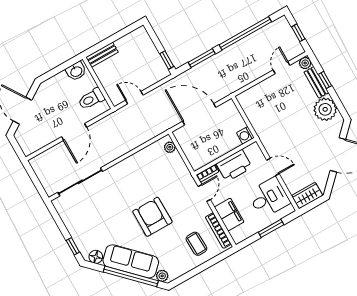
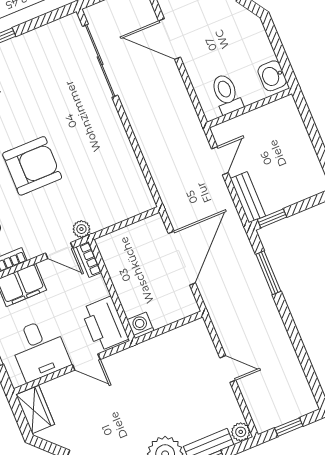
window: (245, 33) -> (298, 345), removed
bench: (102, 55) -> (248, 197), moved
door: (281, 68) -> (228, 369), moved
door: (74, 132) -> (170, 39), moved
plant: (170, 147) -> (81, 229), moved
printer: (234, 166) -> (105, 324), moved
door: (273, 167) -> (86, 362), hinge flipped

